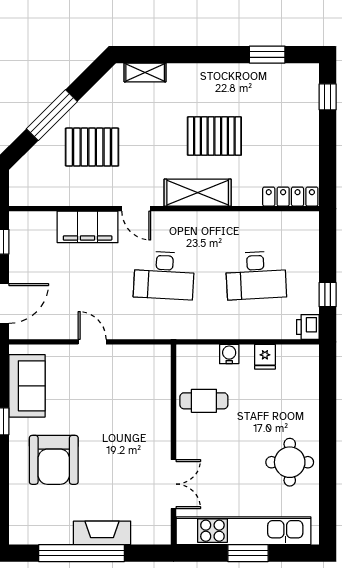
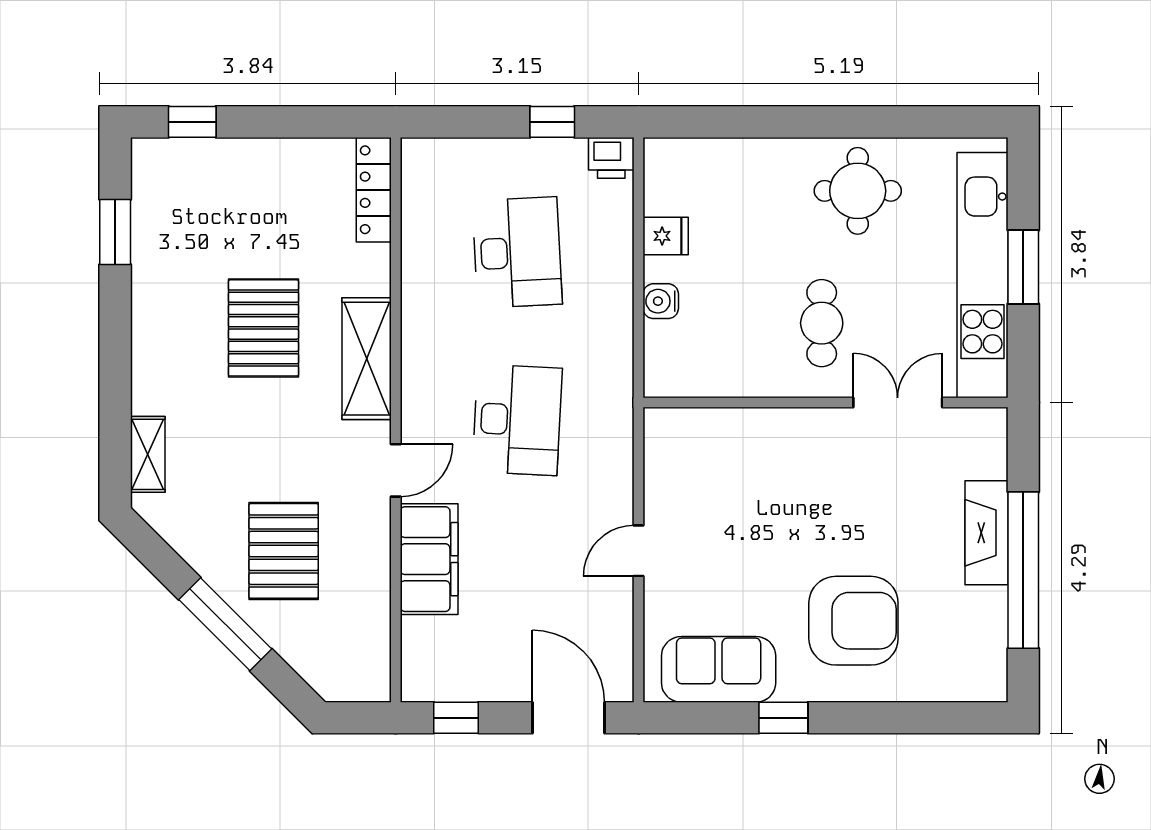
cafe table: (204, 401) -> (822, 323), moved

